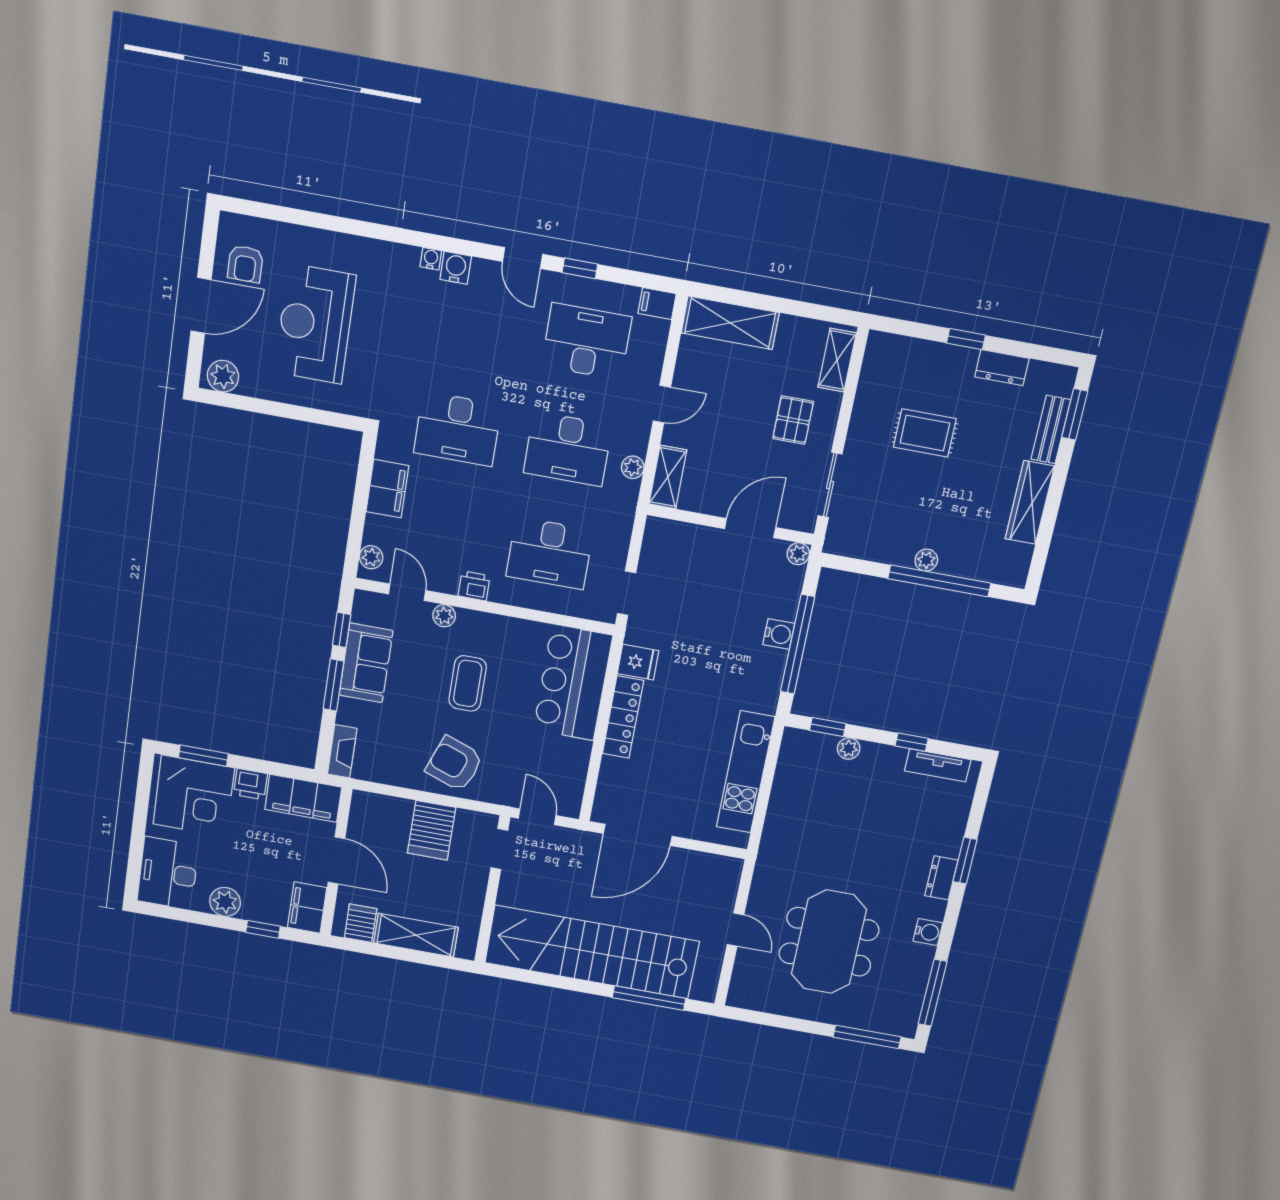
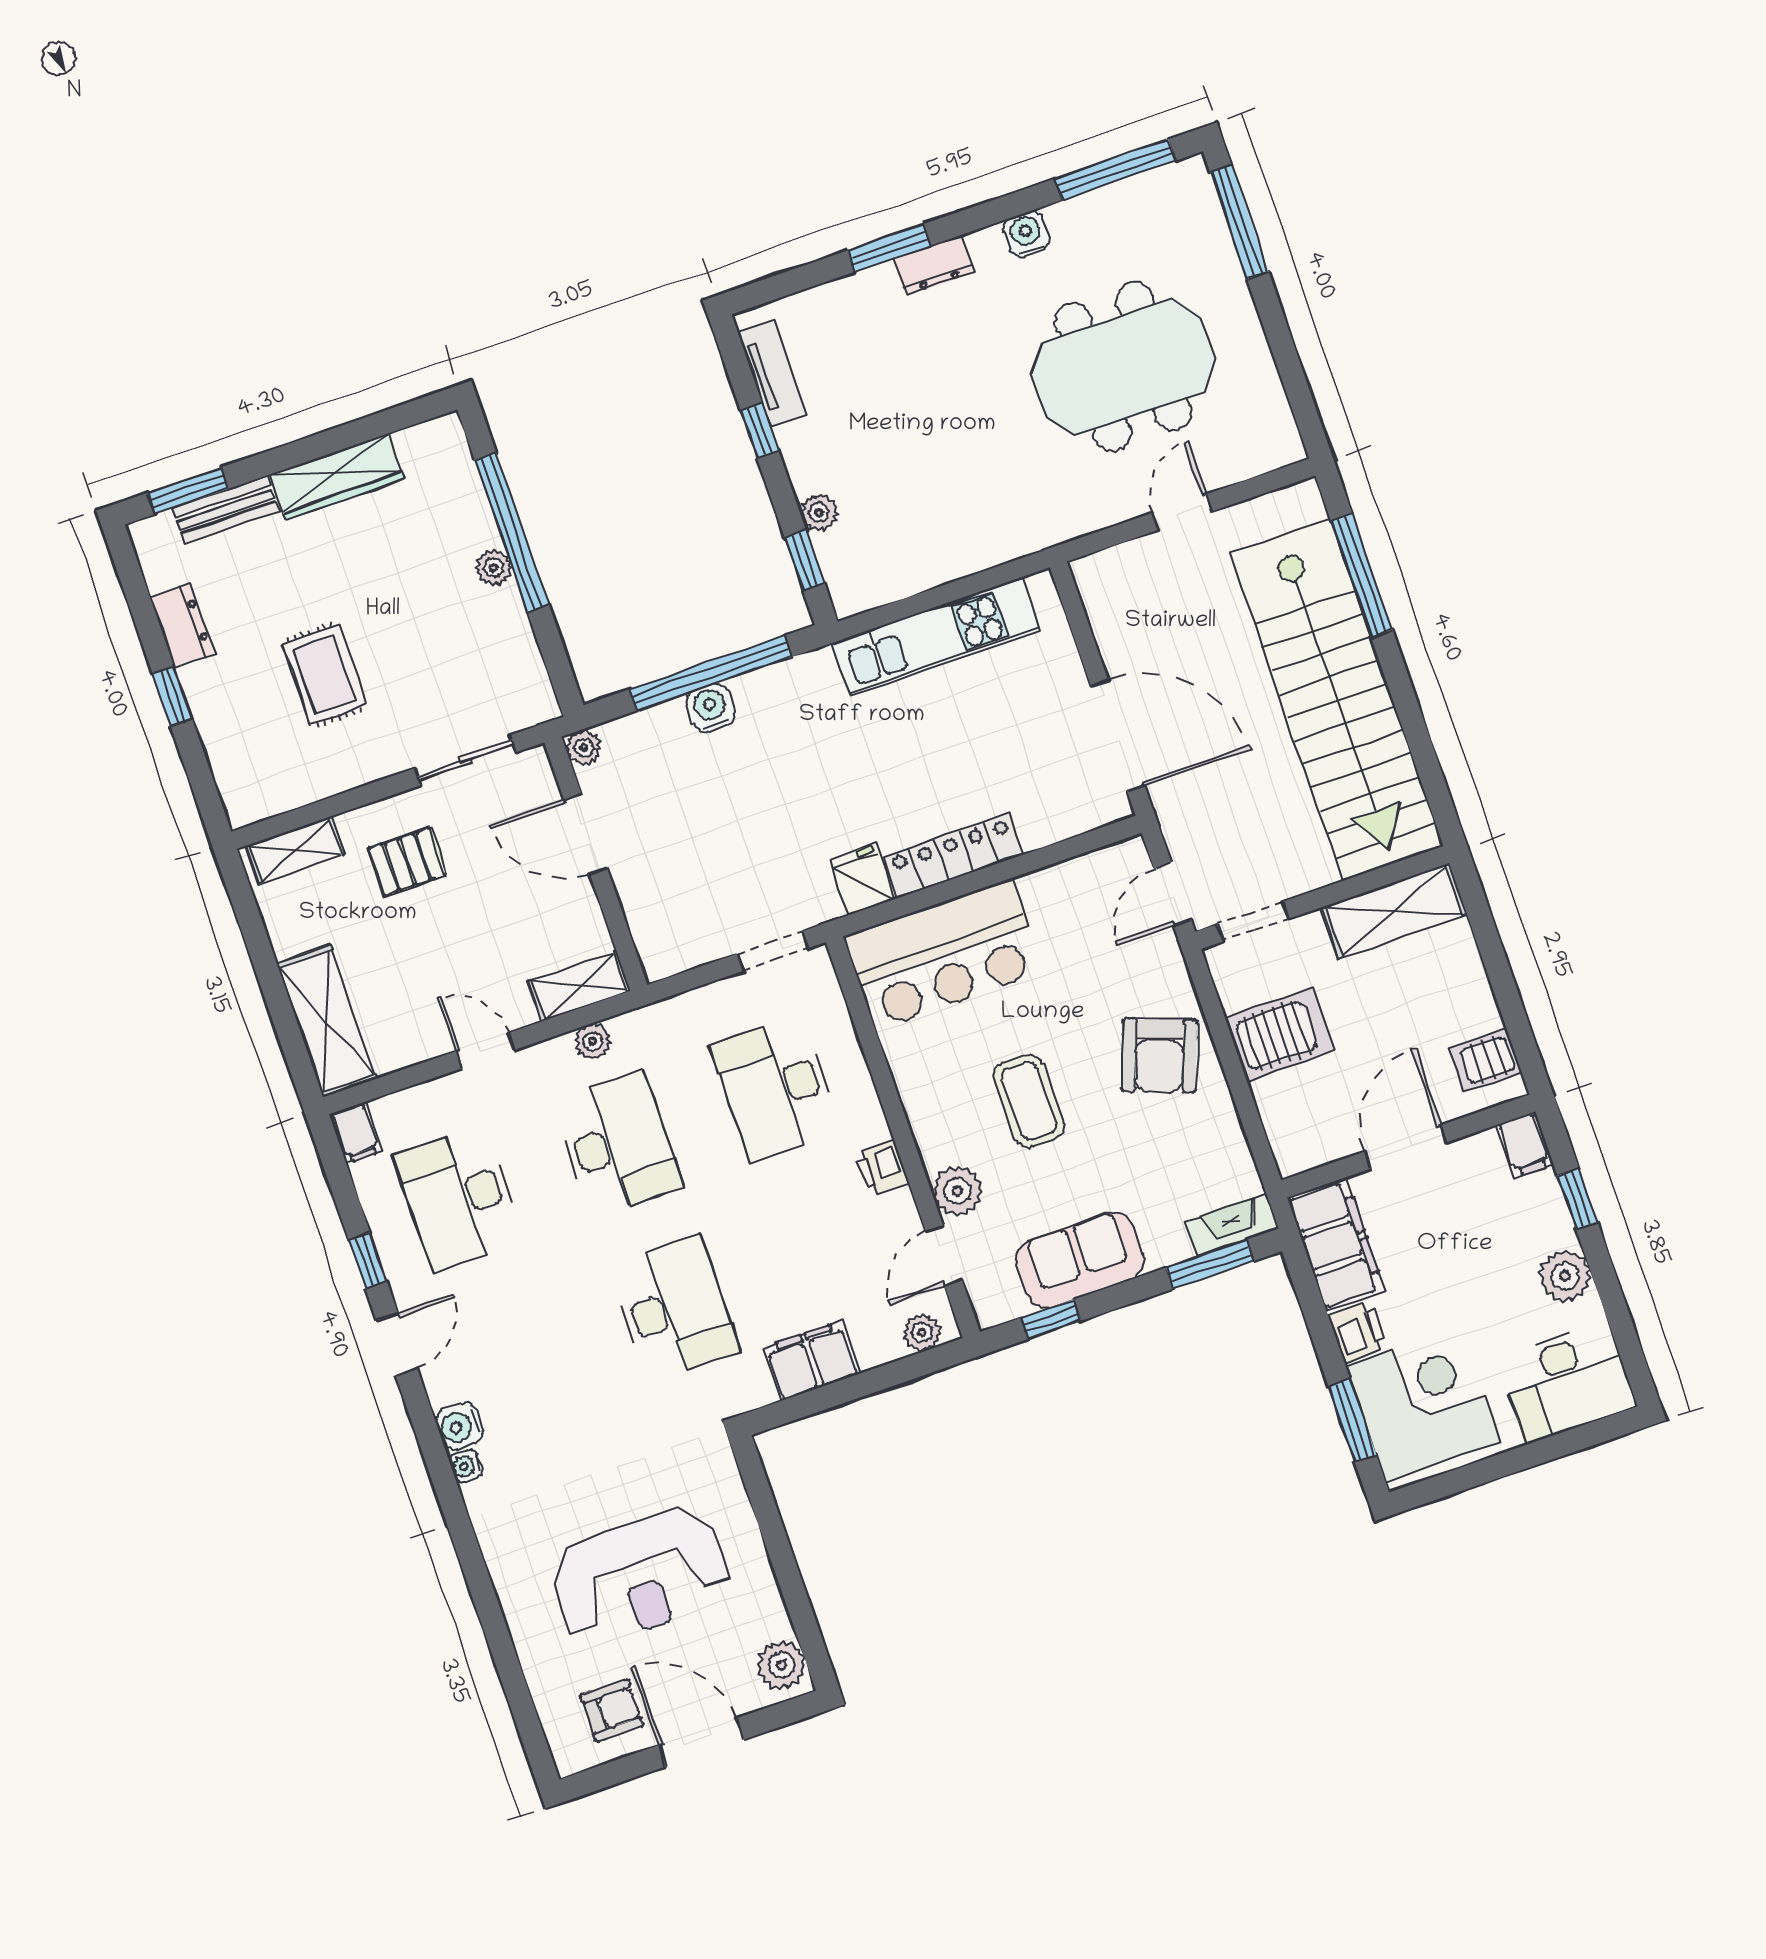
desk: (550, 553) -> (776, 1089), turned 180
plant: (444, 616) -> (957, 1191), width x1.38, depth x1.38
coffee table: (468, 683) -> (1029, 1101), turned 90
window: (333, 685) -> (1210, 1264), moved
filing cabinet: (307, 908) -> (1525, 1145), width x0.50
shelving: (416, 935) -> (1394, 911), moved, turned 90

